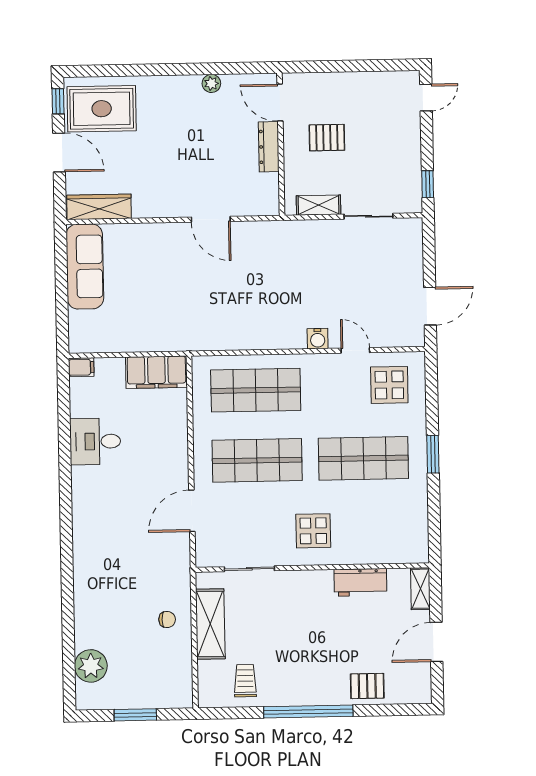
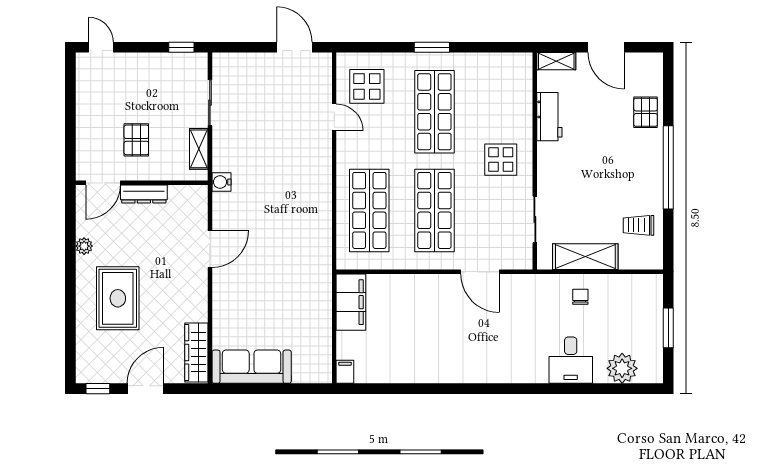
rug: (102, 109) -> (118, 298), moved
water cooler: (318, 339) -> (222, 182), moved, turned 180
door: (355, 350) -> (334, 117), swing flipped
desk: (95, 441) -> (571, 360), moved

